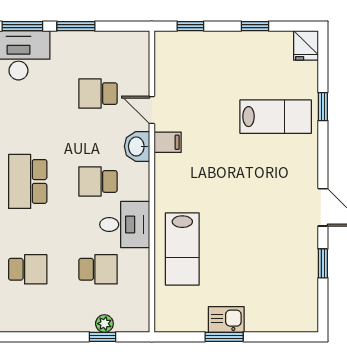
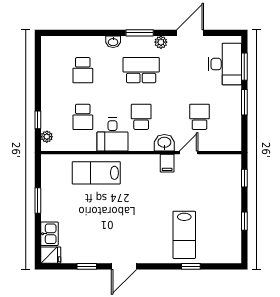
fridge: (306, 45) -> (51, 255), moved, turned 180
kitchen sink: (226, 319) -> (49, 234), moved
plant: (104, 324) -> (47, 137), moved

